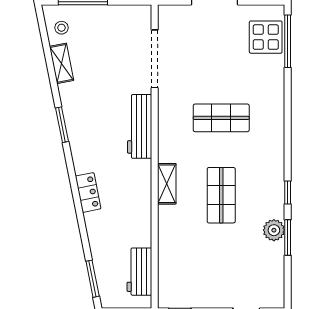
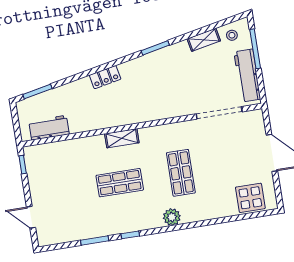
window: (288, 41) -> (250, 216), removed
workbench: (140, 126) -> (247, 76), moved, turned -90
plant: (274, 230) -> (172, 217), moved

